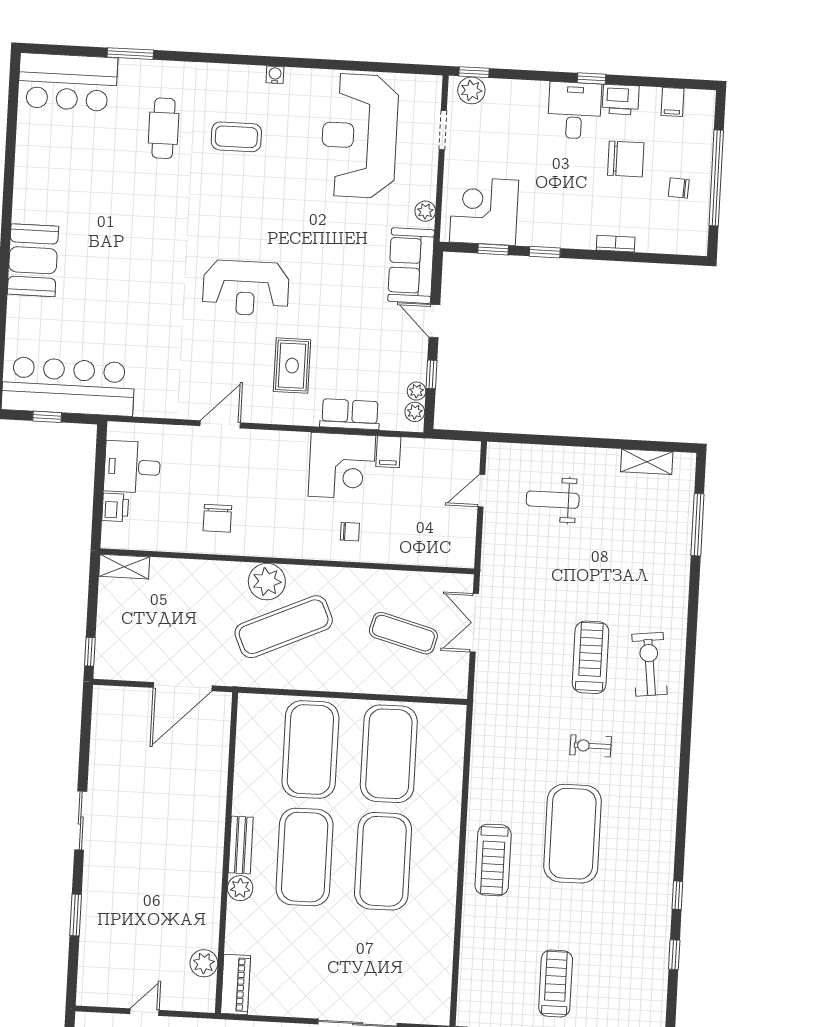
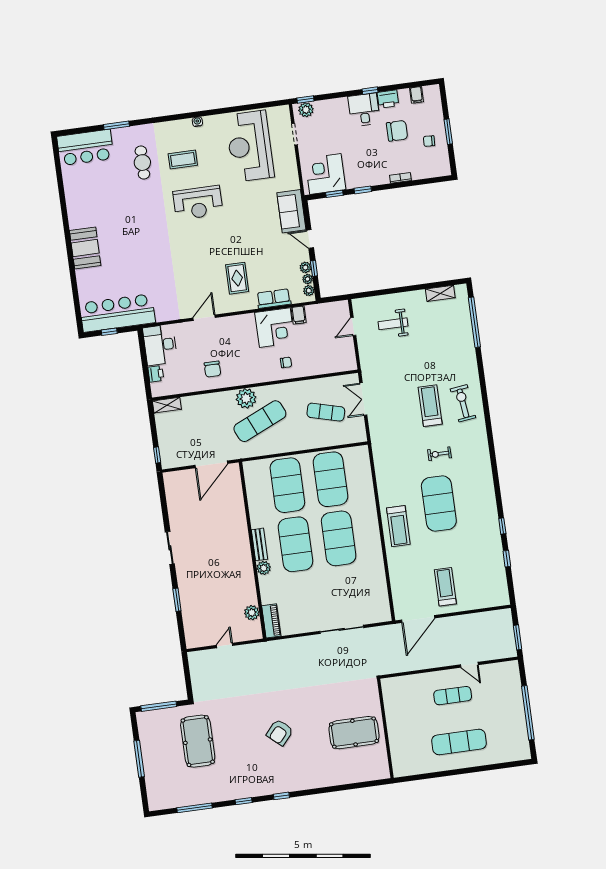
window: (716, 178) -> (448, 132), width x0.47
plant: (425, 211) -> (305, 267), moved
reception desk: (246, 288) -> (198, 203), moved
desk: (132, 467) -> (160, 345), width x1.37
window: (697, 525) -> (474, 322), width x1.46

